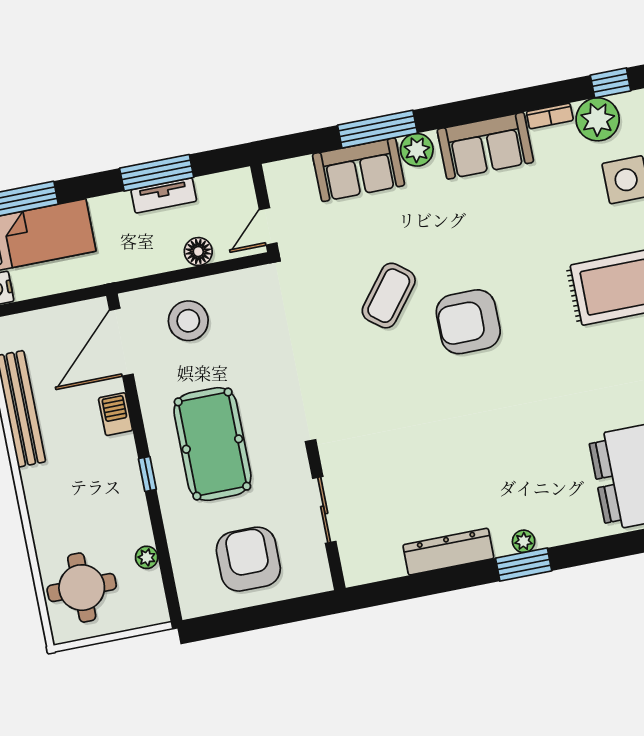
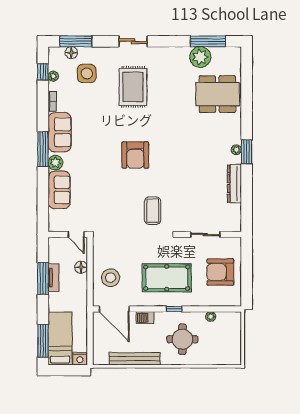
plant: (598, 119) -> (53, 76), width x0.53, depth x0.53
window: (377, 129) -> (43, 149), moved
coffee table: (389, 296) -> (153, 211), moved, turned 52
round table: (82, 588) -> (182, 339), moved

